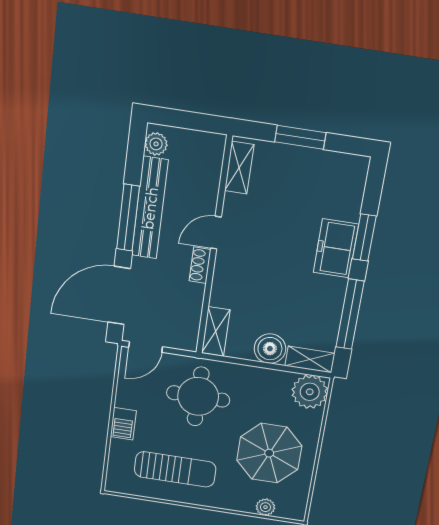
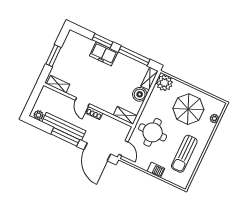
sun lounger: (175, 469) -> (184, 154), turned 180

